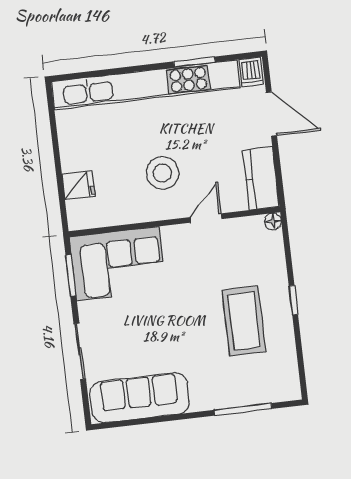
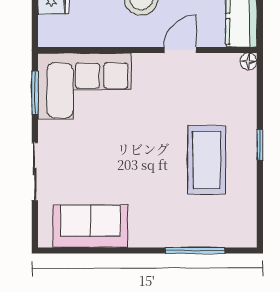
sofa: (139, 398) -> (90, 226), width x0.73

